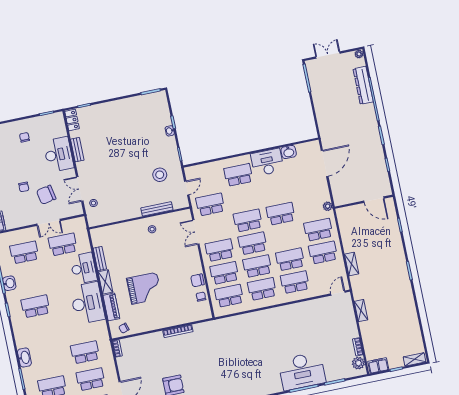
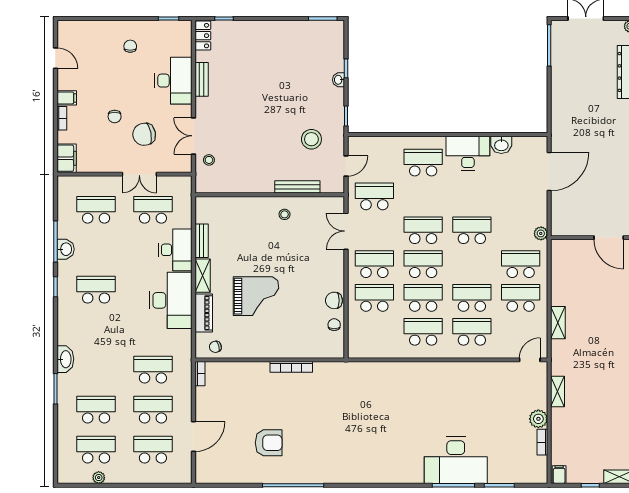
school desk: (229, 296) -> (374, 332), removed
plant: (358, 363) -> (538, 419), moved
filing cabinet: (378, 365) -> (559, 475), width x0.50

